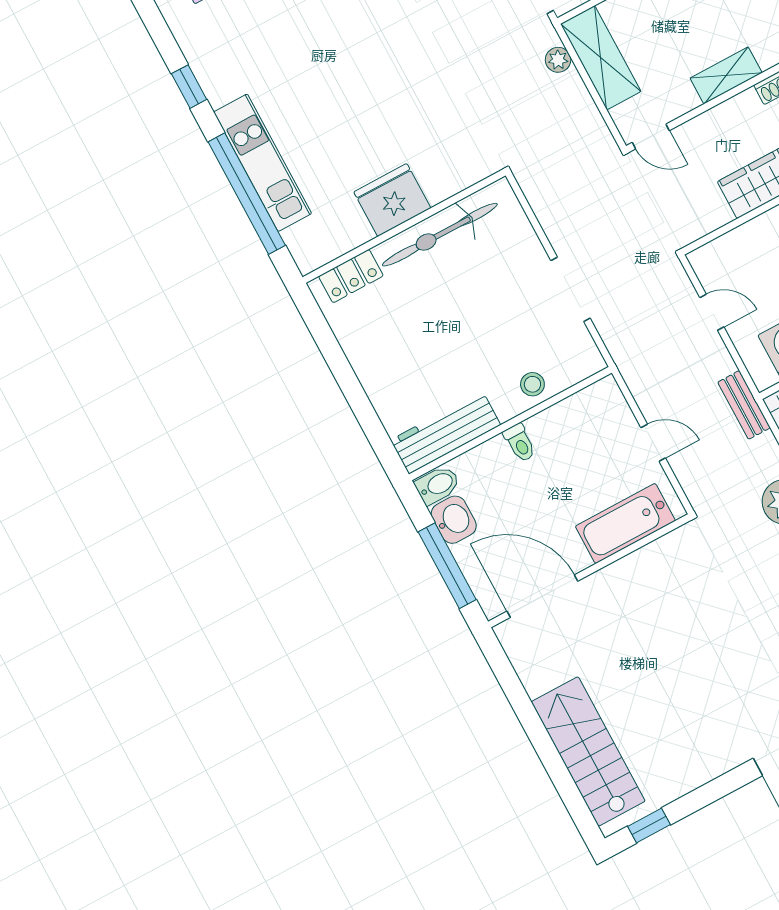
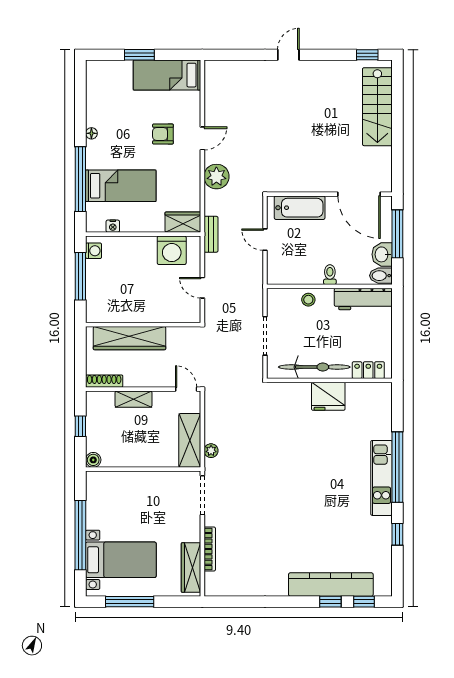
fridge: (392, 200) -> (328, 396), moved
wall: (404, 226) -> (329, 380), moved
bicycle: (440, 235) -> (314, 367), moved
locker: (351, 276) -> (368, 370), moved

